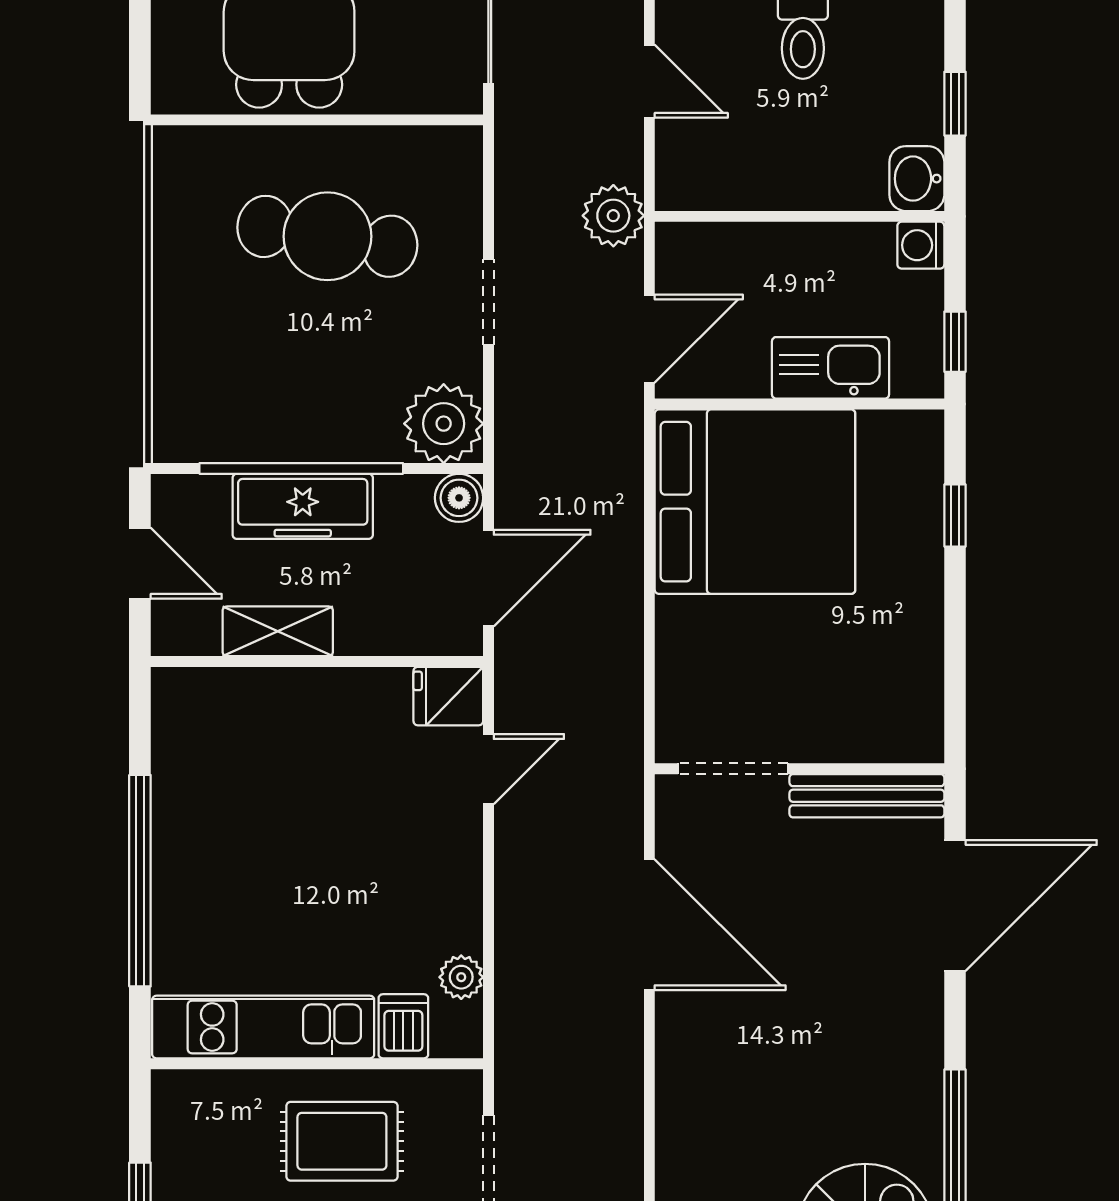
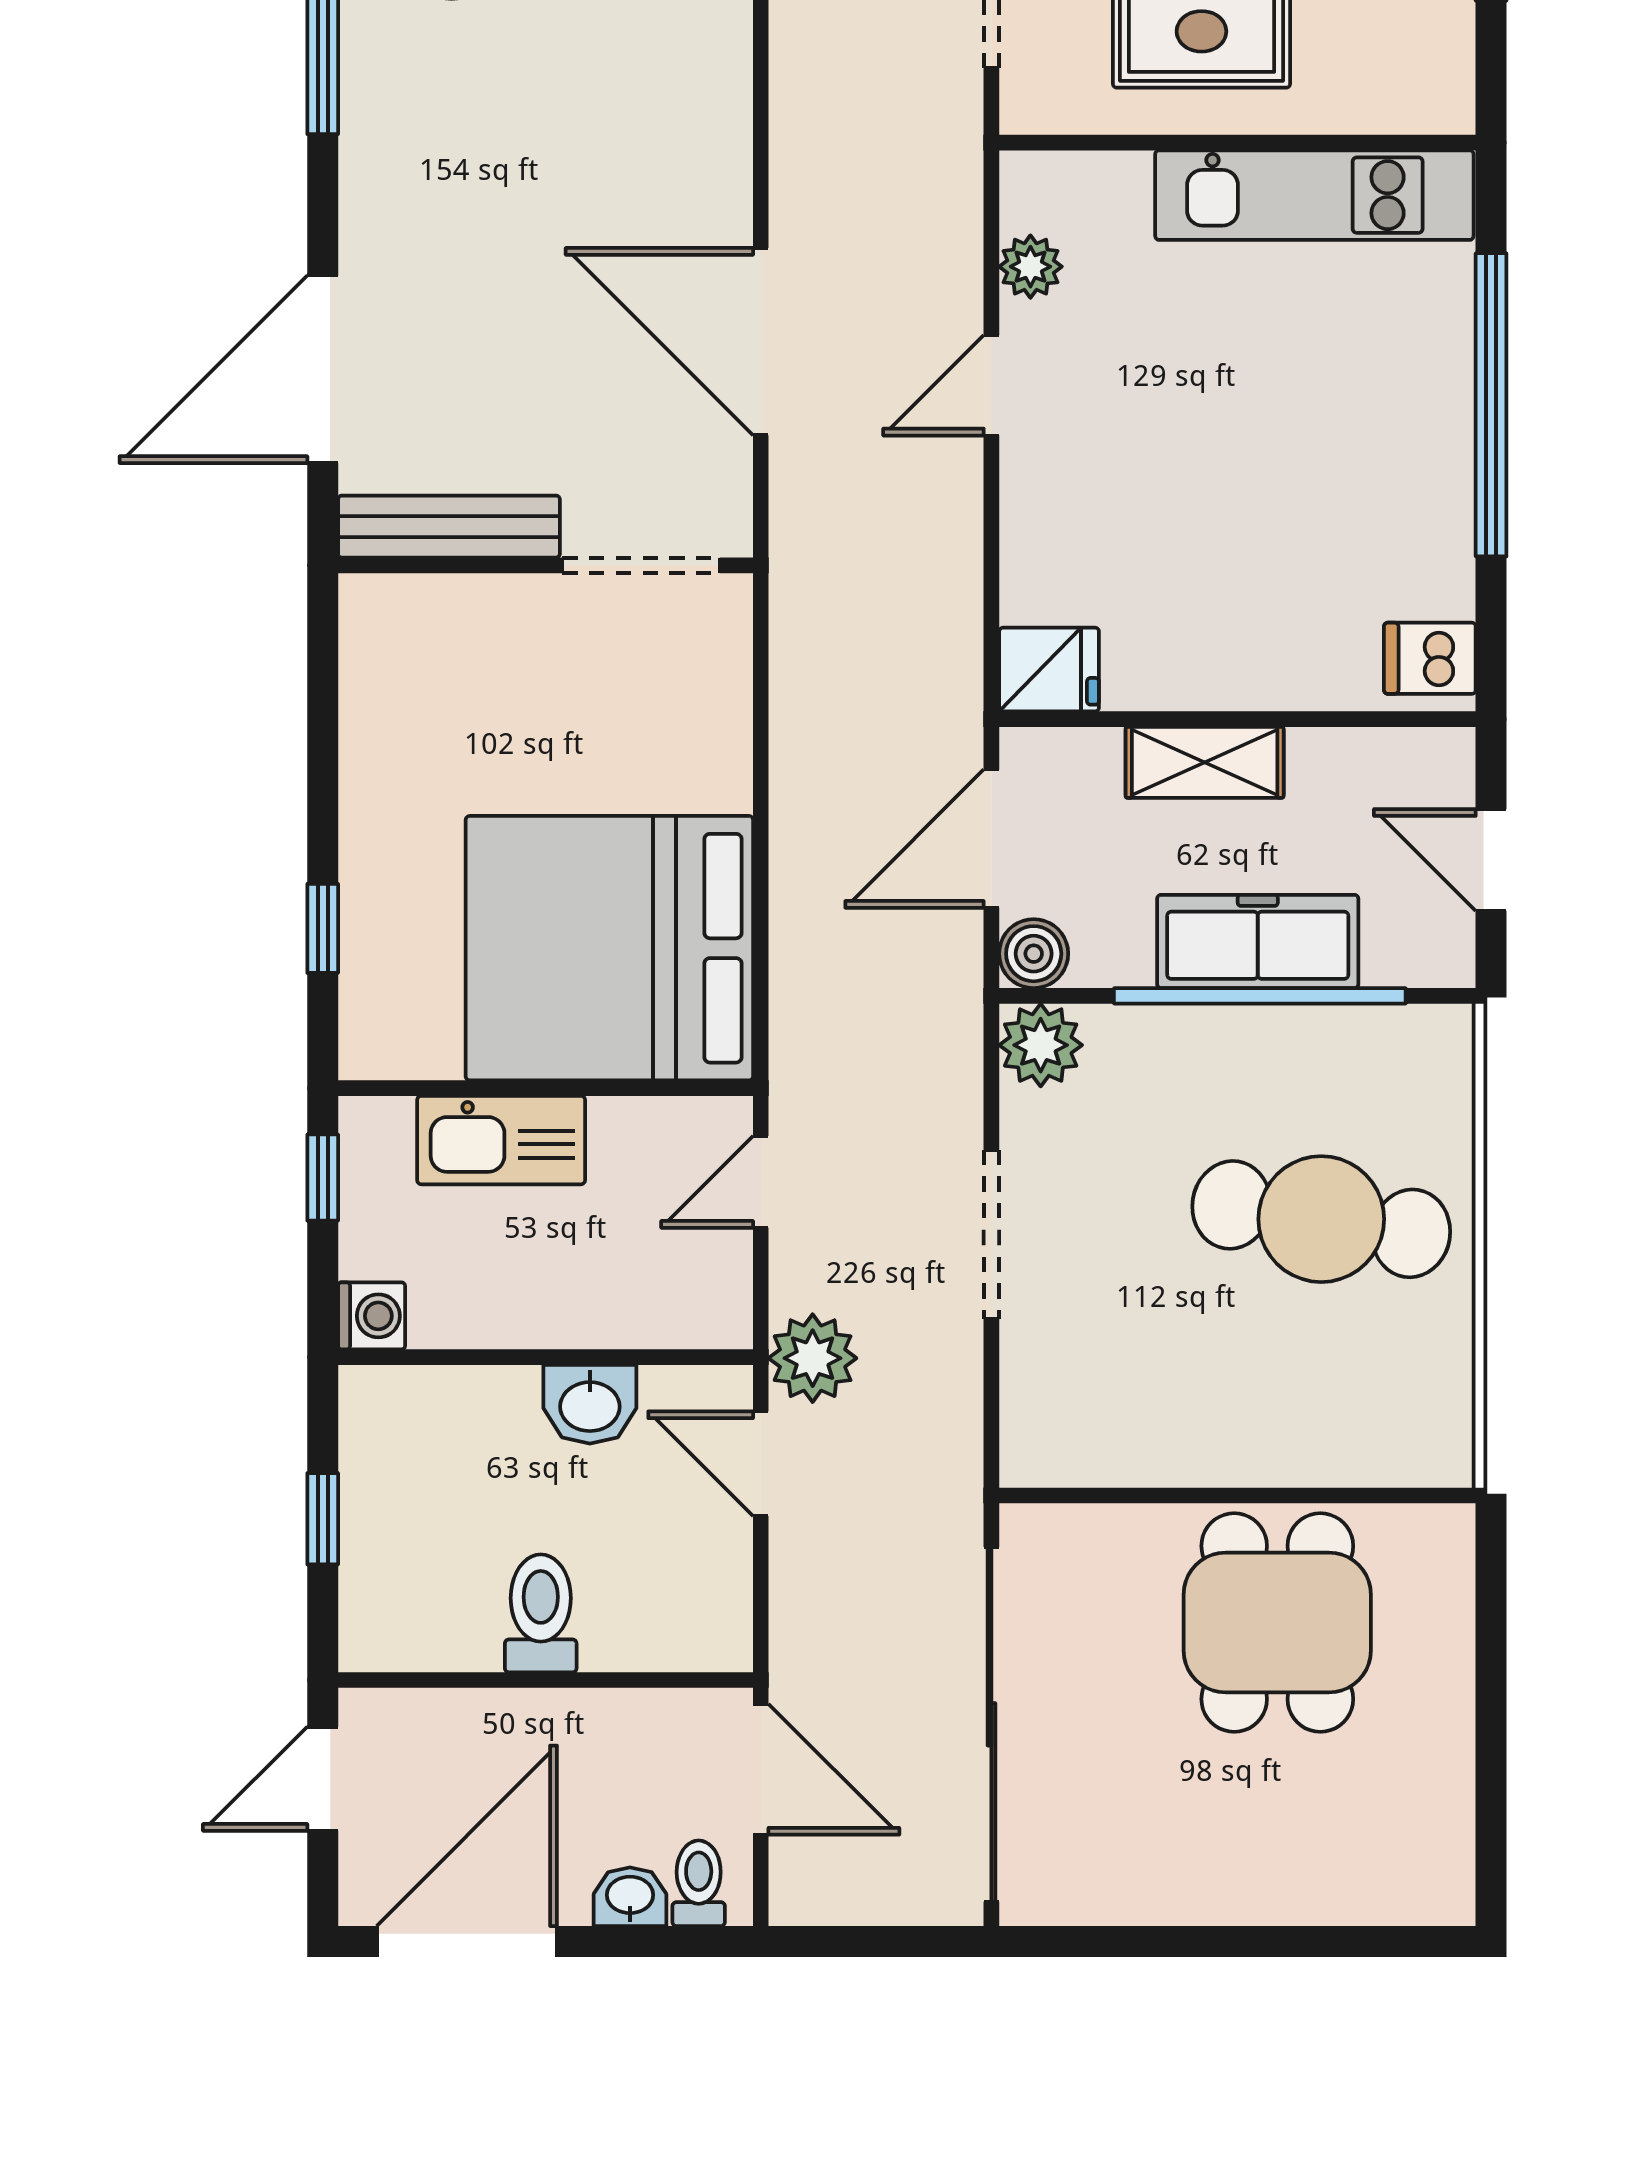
door: (649, 81) -> (761, 1464), moved
washbasin: (917, 179) -> (590, 1404), moved, turned 90
cafe table: (327, 236) -> (1321, 1219), moved
doorway: (488, 302) -> (991, 1234), width x1.38
door: (649, 339) -> (761, 1182), width x0.73
plant: (444, 424) -> (1041, 1045), width x0.73, depth x0.73
shelving: (278, 631) -> (1205, 762), moved
door: (488, 769) -> (991, 385), moved
dishwasher: (403, 1026) -> (1430, 658), moved, turned 90

